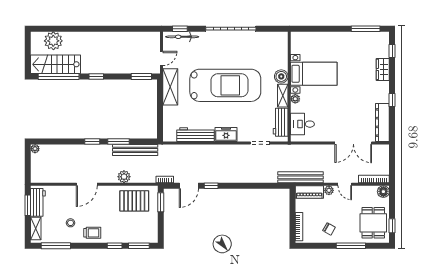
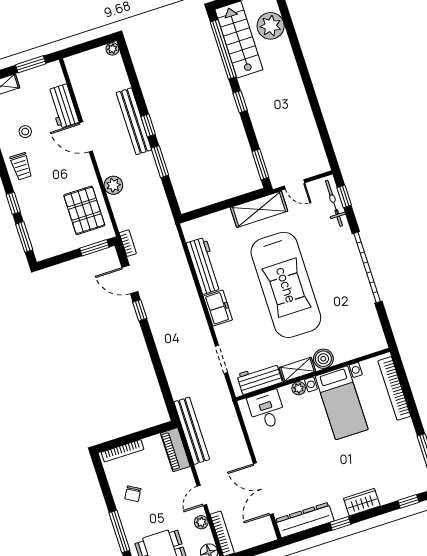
bookcase: (316, 36) -> (394, 388), added
wardrobe: (383, 69) -> (362, 502), moved
bench: (135, 150) -> (134, 121), moved
plant: (329, 190) -> (201, 522), moved
workbench: (38, 202) -> (63, 106), moved, turned 90

